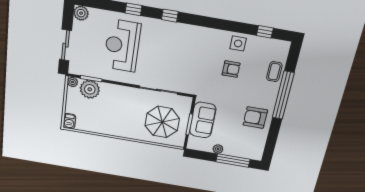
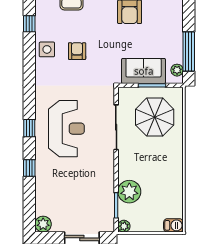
reception desk: (122, 46) -> (66, 129), moved, turned -90
plant: (90, 89) -> (129, 192), moved
plant: (218, 149) -> (177, 70), moved
window: (233, 161) -> (189, 52), moved

